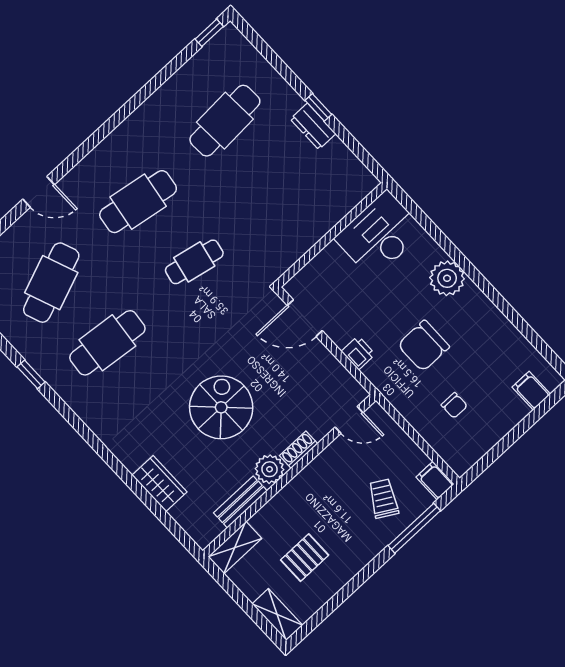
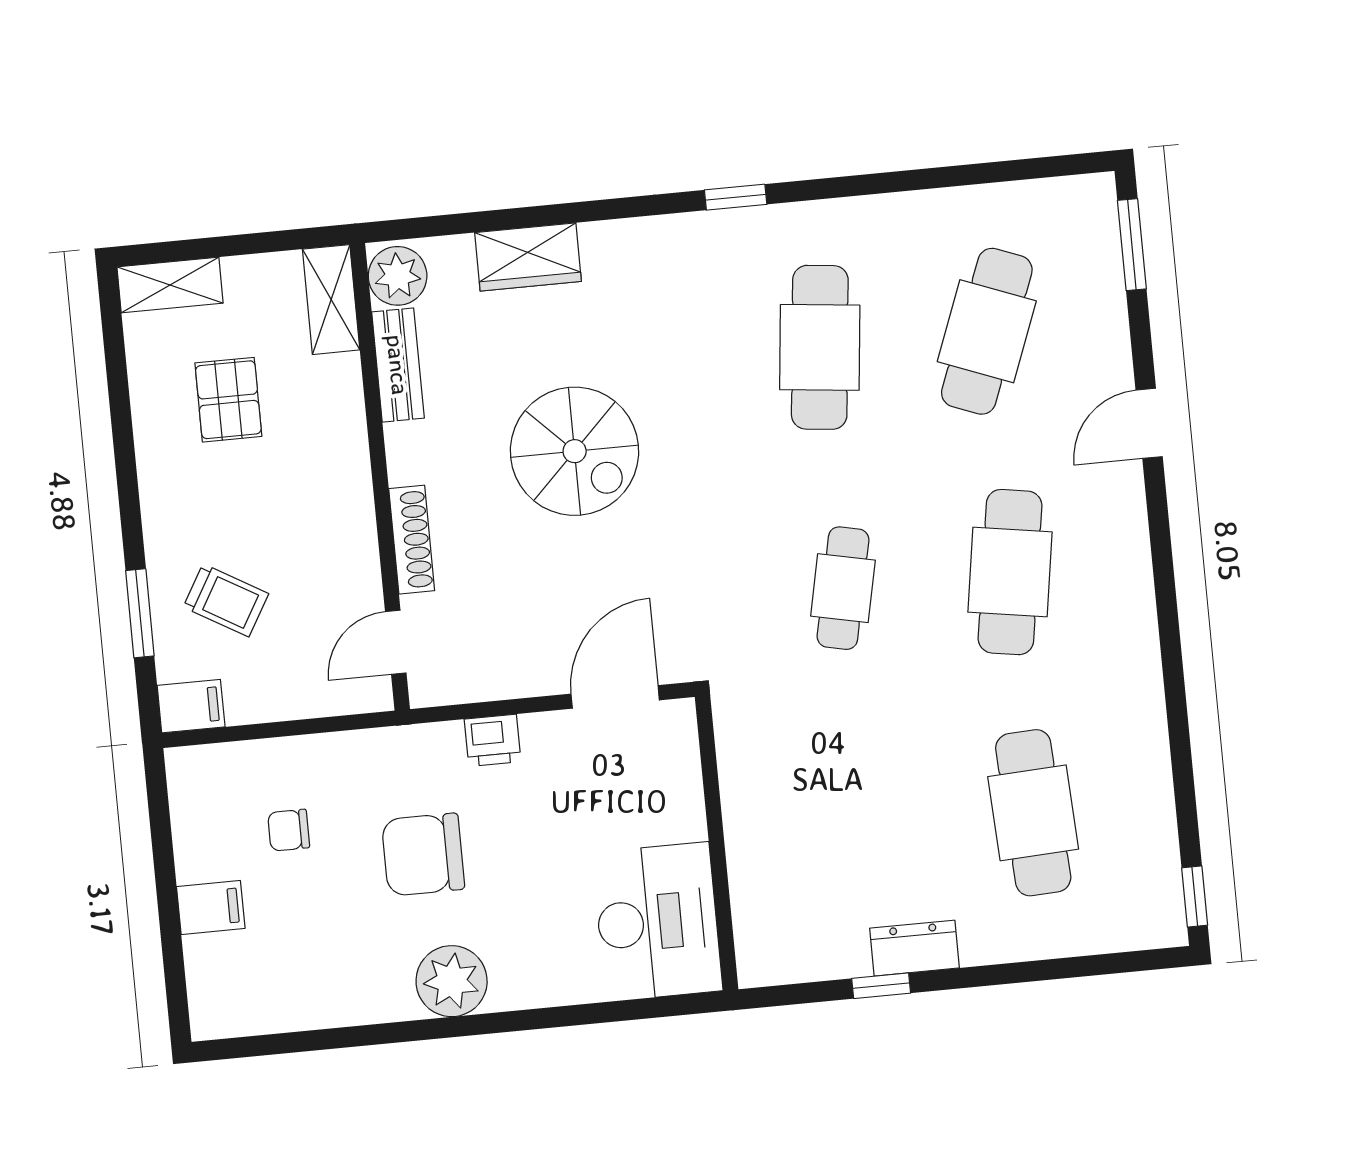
window: (318, 107) -> (881, 986), moved
plant: (447, 278) -> (452, 981), moved
cafe table: (51, 283) -> (987, 331), turned 42
chair: (424, 346) -> (423, 855), turned -90
window: (31, 374) -> (736, 197), moved
filing cabinet: (531, 391) -> (211, 908), moved
shoe rack: (299, 450) -> (412, 540), width x1.43
plant: (270, 469) -> (398, 276), moved
window: (414, 528) -> (140, 613), width x0.69

